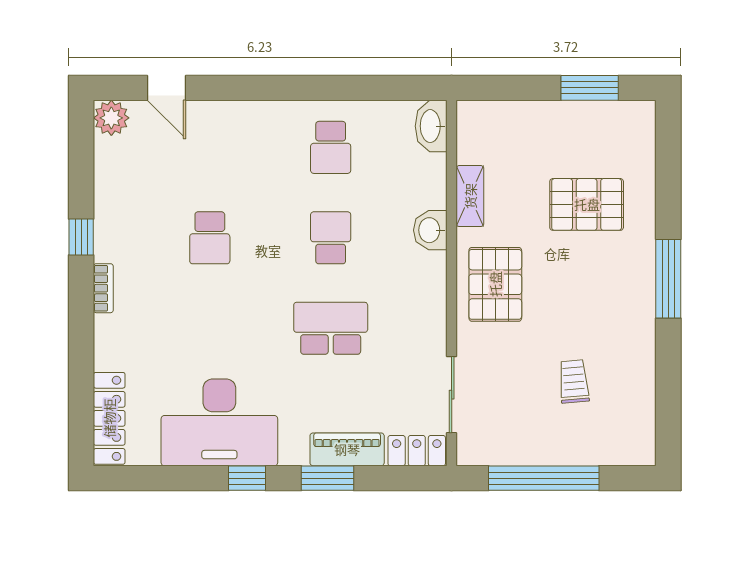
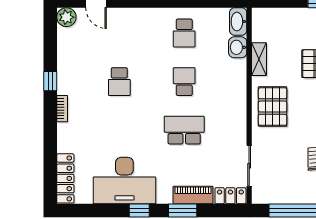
washbasin: (430, 230) -> (238, 47), moved

